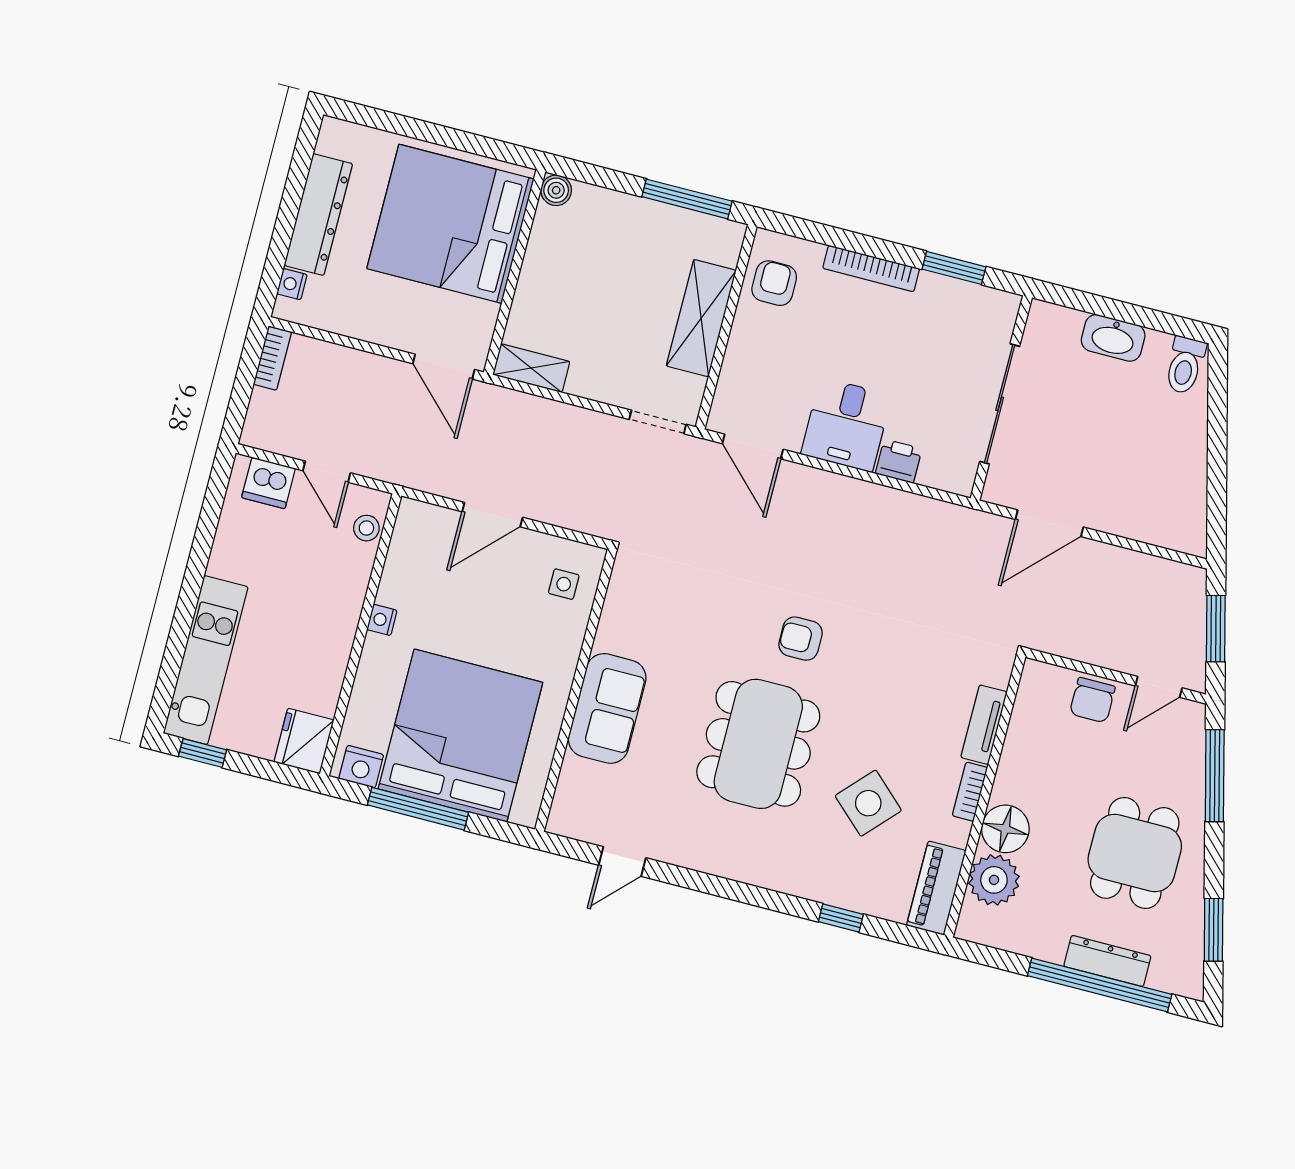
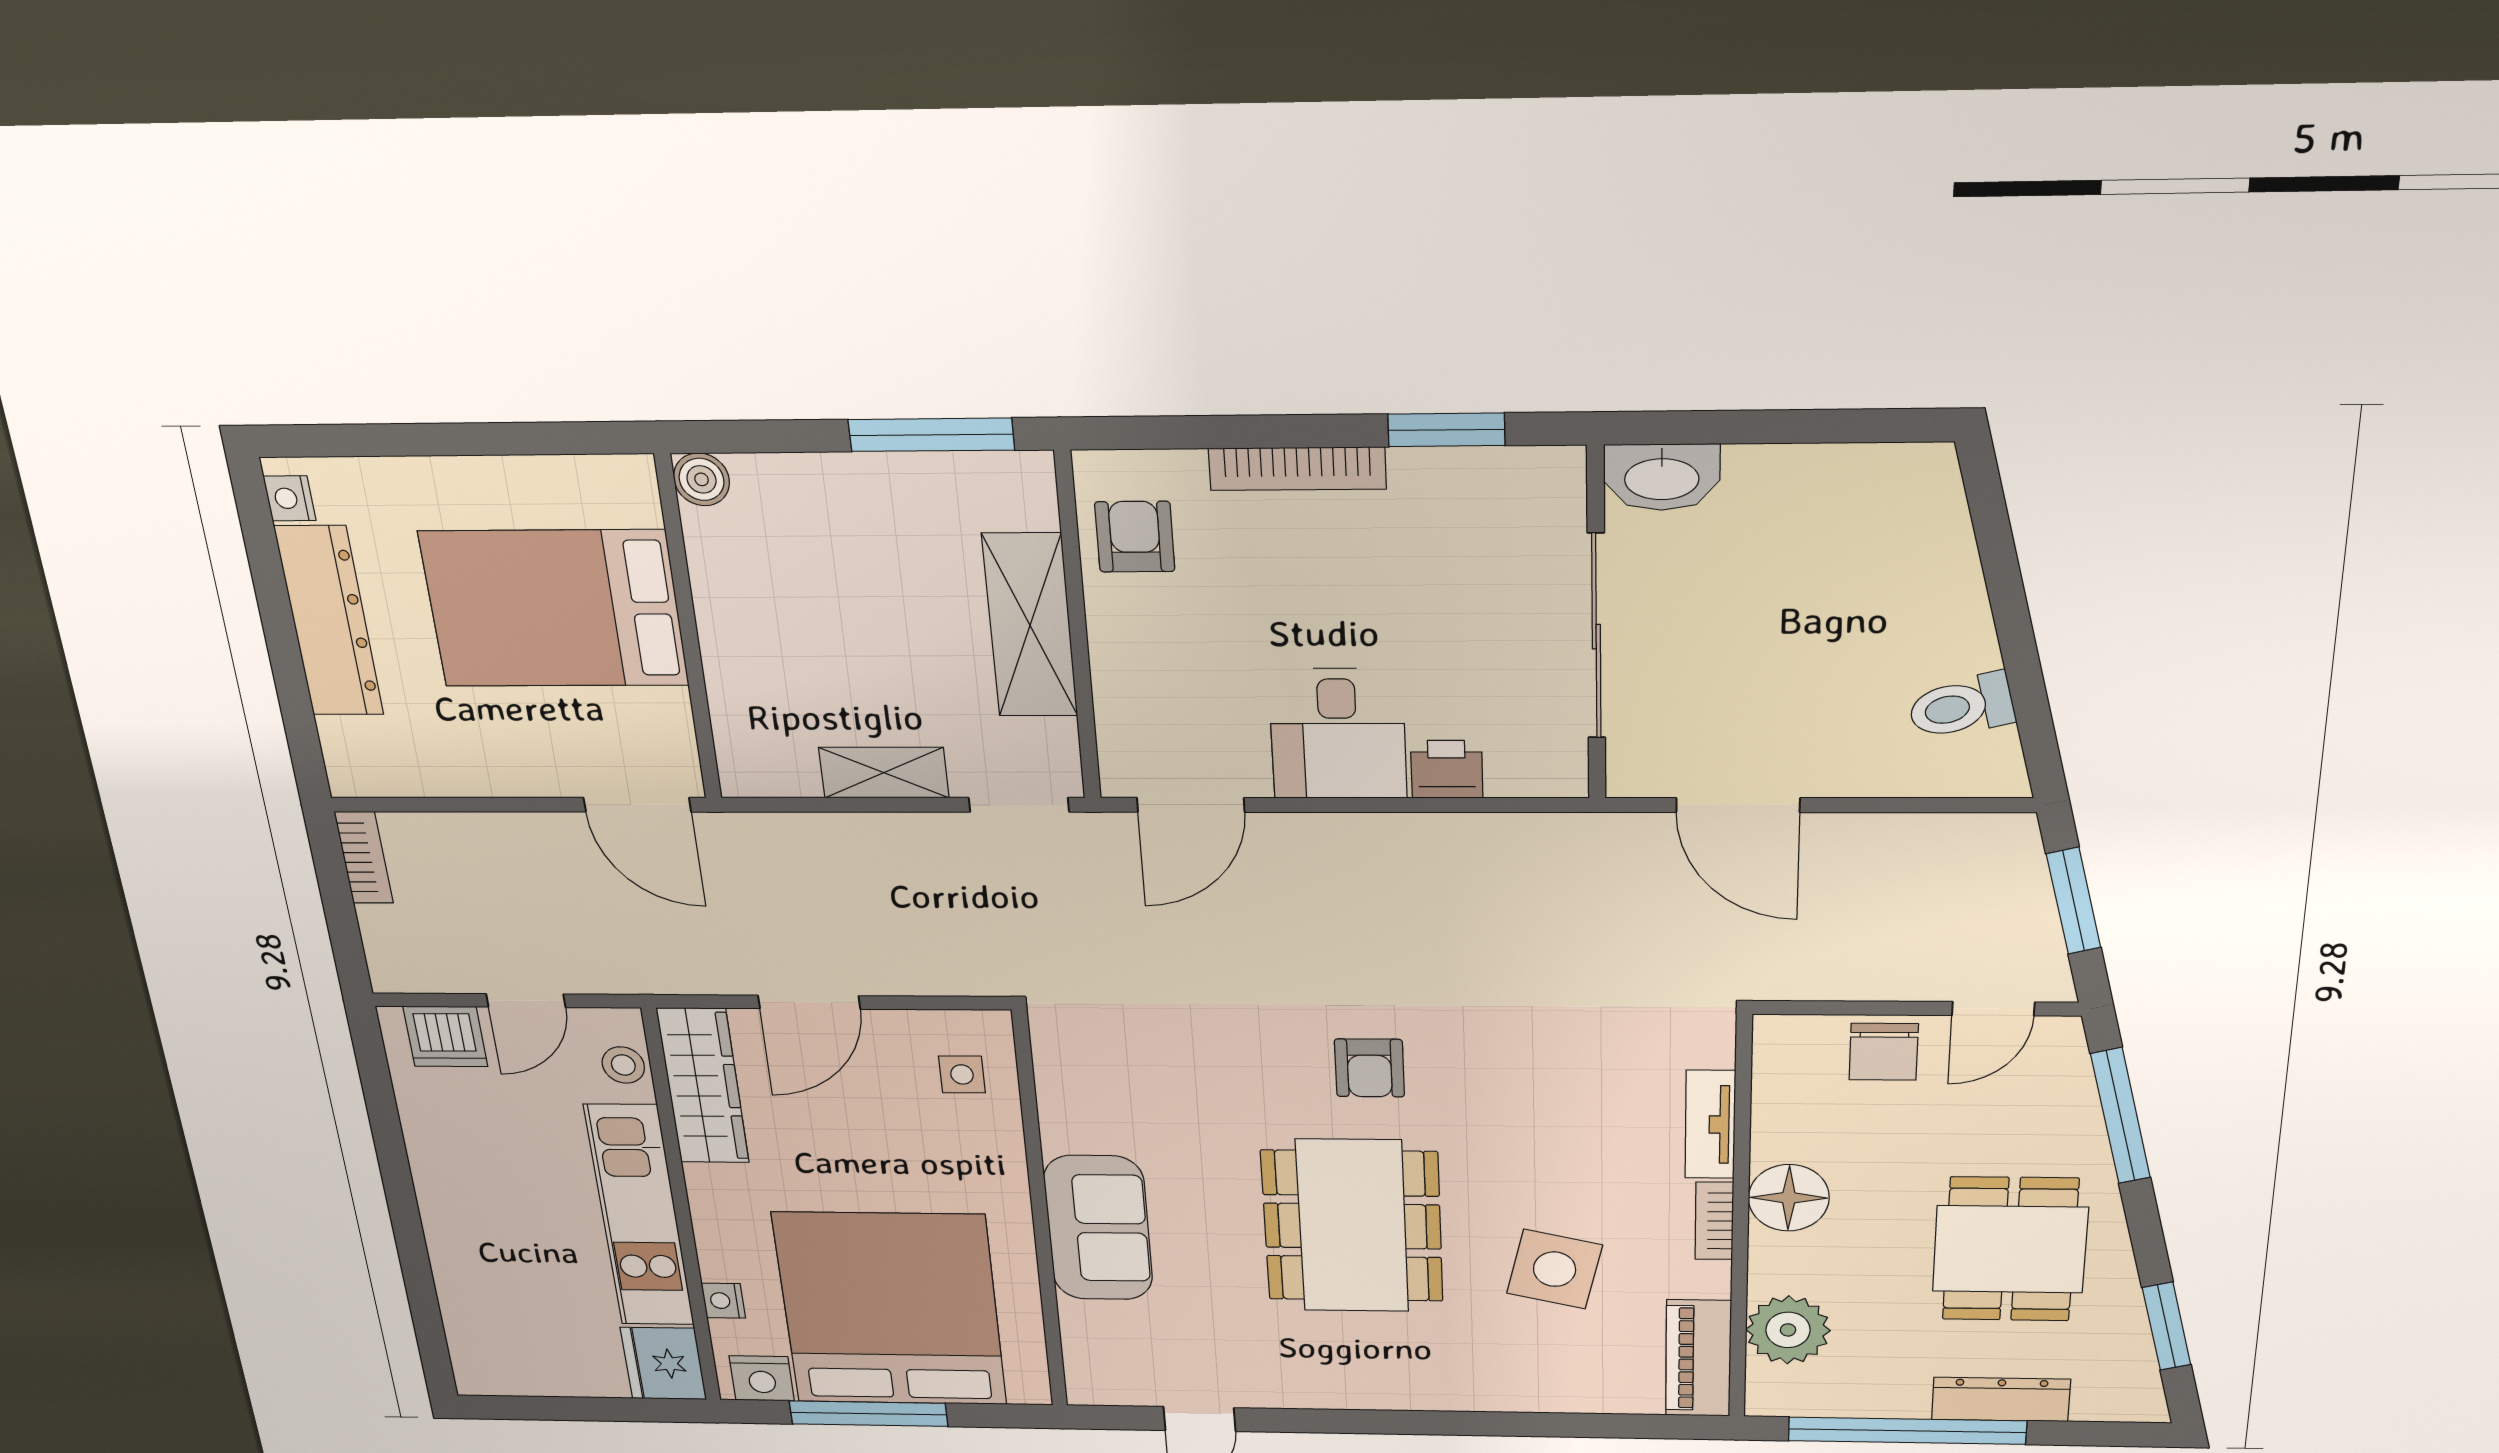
bed: (450, 224) -> (554, 609), width x0.73
nightstand: (292, 284) -> (290, 498), moved
washbasin: (1113, 338) -> (1662, 477), moved
toilet: (1185, 365) -> (1961, 707), moved, turned 76
shelving: (531, 368) -> (884, 773), moved
door: (753, 446) -> (1191, 805), hinge flipped
door: (327, 472) -> (526, 1001), hinge flipped
door: (1049, 523) -> (1738, 805), hinge flipped
wardrobe: (408, 554) -> (703, 1086), added
nightstand: (382, 620) -> (723, 1301), moved
armchair: (801, 639) -> (1369, 1068), turned -90
kitchen unit: (206, 660) -> (639, 1216), moved, turned 180
window: (203, 753) -> (526, 1408), removed
side table: (868, 803) -> (1555, 1269), turned -30
floor lamp: (1005, 829) -> (1789, 1198), moved
window: (841, 918) -> (1560, 1425), removed
window: (1100, 985) -> (1907, 1431), moved

